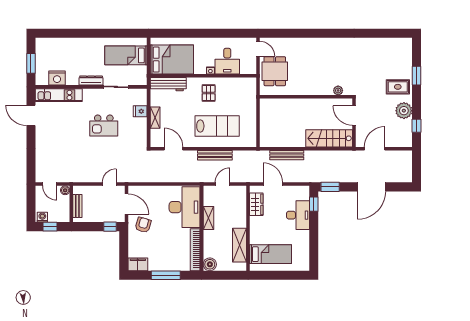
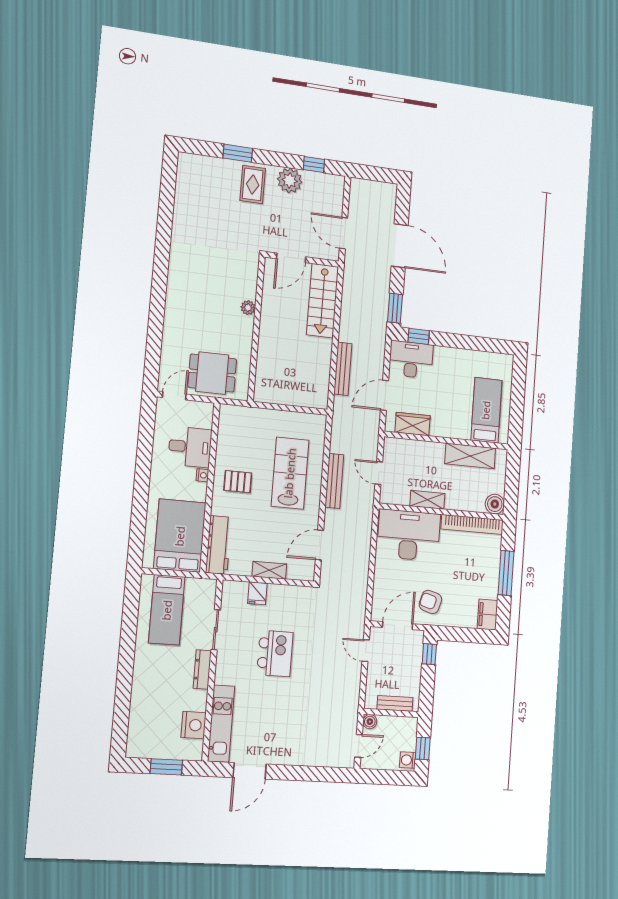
plant: (338, 90) -> (248, 308), moved
desk: (298, 215) -> (411, 360), moved

